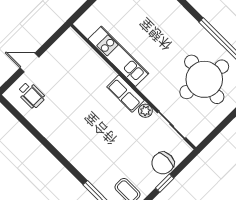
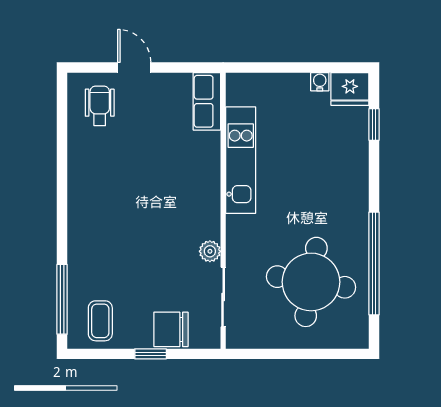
row of seats: (126, 94) -> (207, 101), moved
wheelchair: (31, 95) -> (100, 106), turned 180

